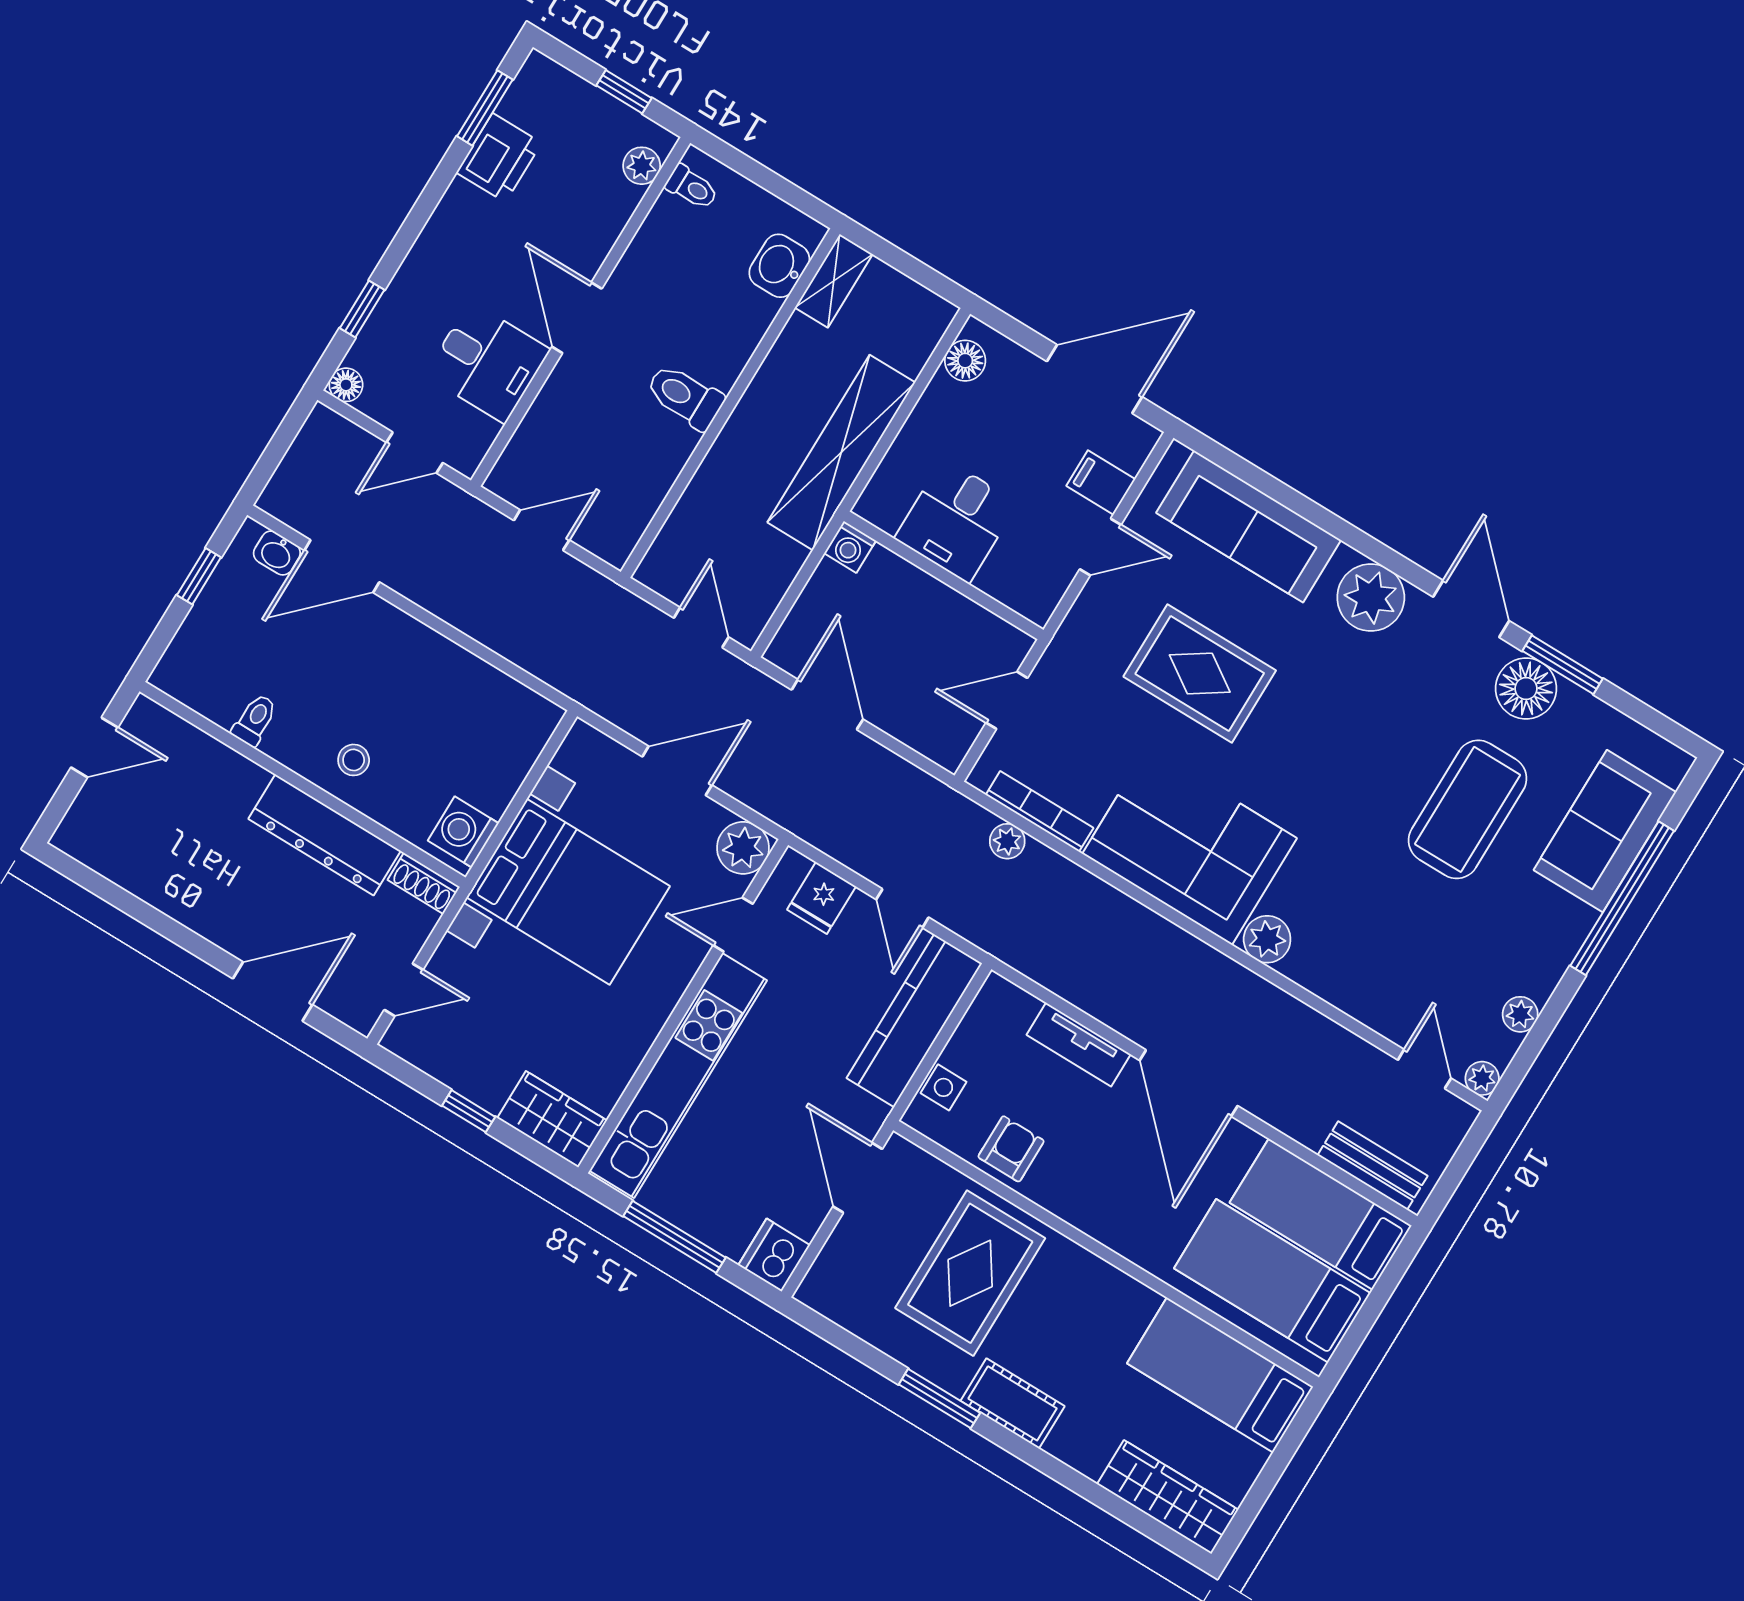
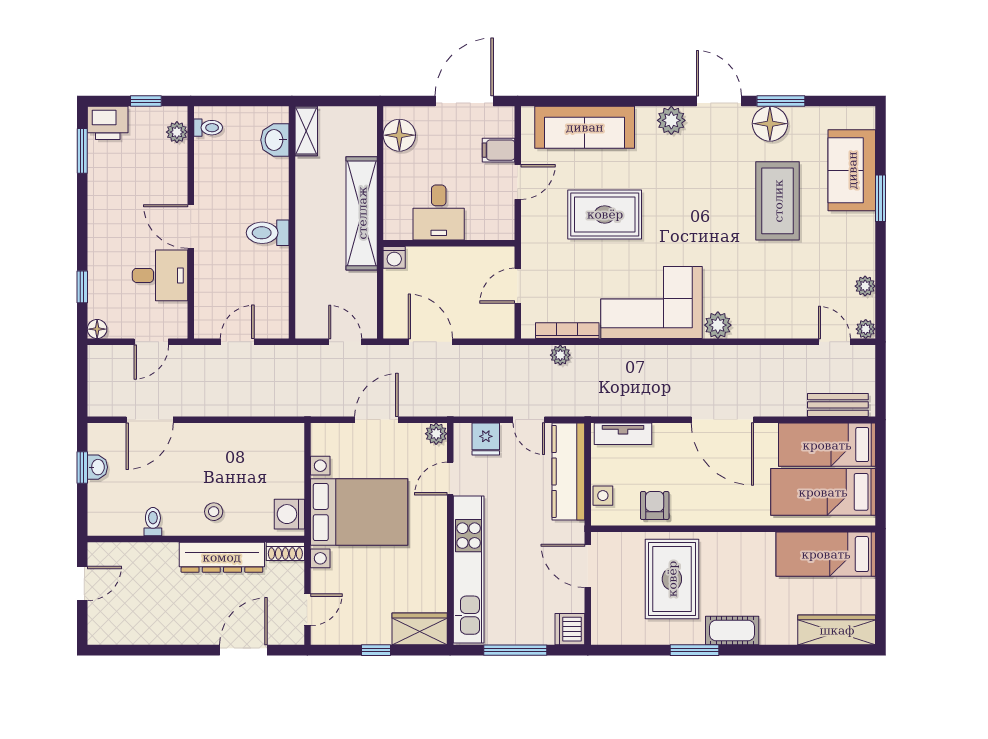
printer: (499, 158) -> (108, 123), moved, turned 90
floor lamp: (965, 361) -> (399, 135), width x1.38, depth x1.38
washbasin: (277, 553) -> (97, 467), moved, turned -90
plant: (1371, 598) -> (671, 120), width x0.73, depth x0.73
plant: (743, 848) -> (436, 434), width x0.73, depth x0.73
window: (1622, 898) -> (880, 198), width x0.47
tv unit: (1079, 1044) -> (623, 434), moved

